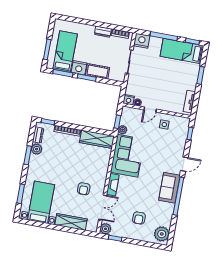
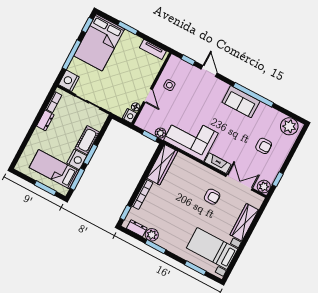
bed: (182, 51) -> (99, 42), width x1.50
door: (184, 164) -> (209, 71), moved

